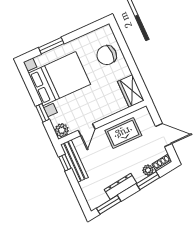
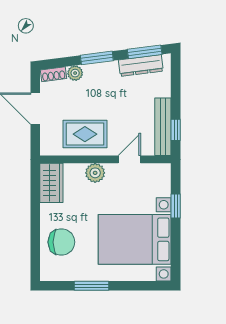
window: (51, 46) -> (91, 286), moved
plant: (62, 130) -> (95, 173), moved
window: (148, 181) -> (97, 58), moved
dresser: (120, 186) -> (141, 66), moved

